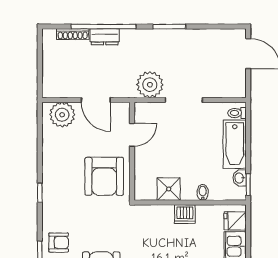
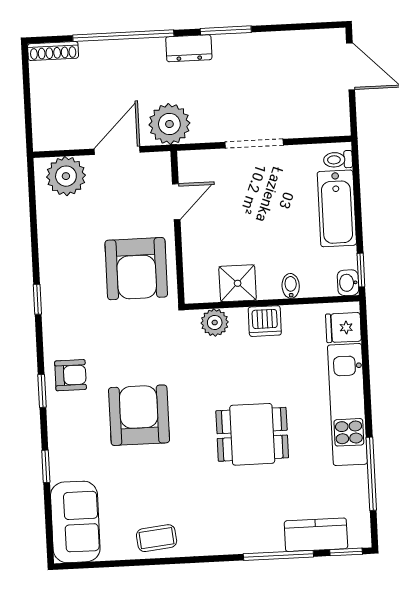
shoe rack: (73, 34) -> (53, 51), moved
dresser: (105, 37) -> (189, 48), moved
plant: (150, 85) -> (169, 124), moved
door: (96, 100) -> (117, 151), swing flipped
washbasin: (240, 178) -> (348, 283), moved
plant: (153, 213) -> (215, 323), added

